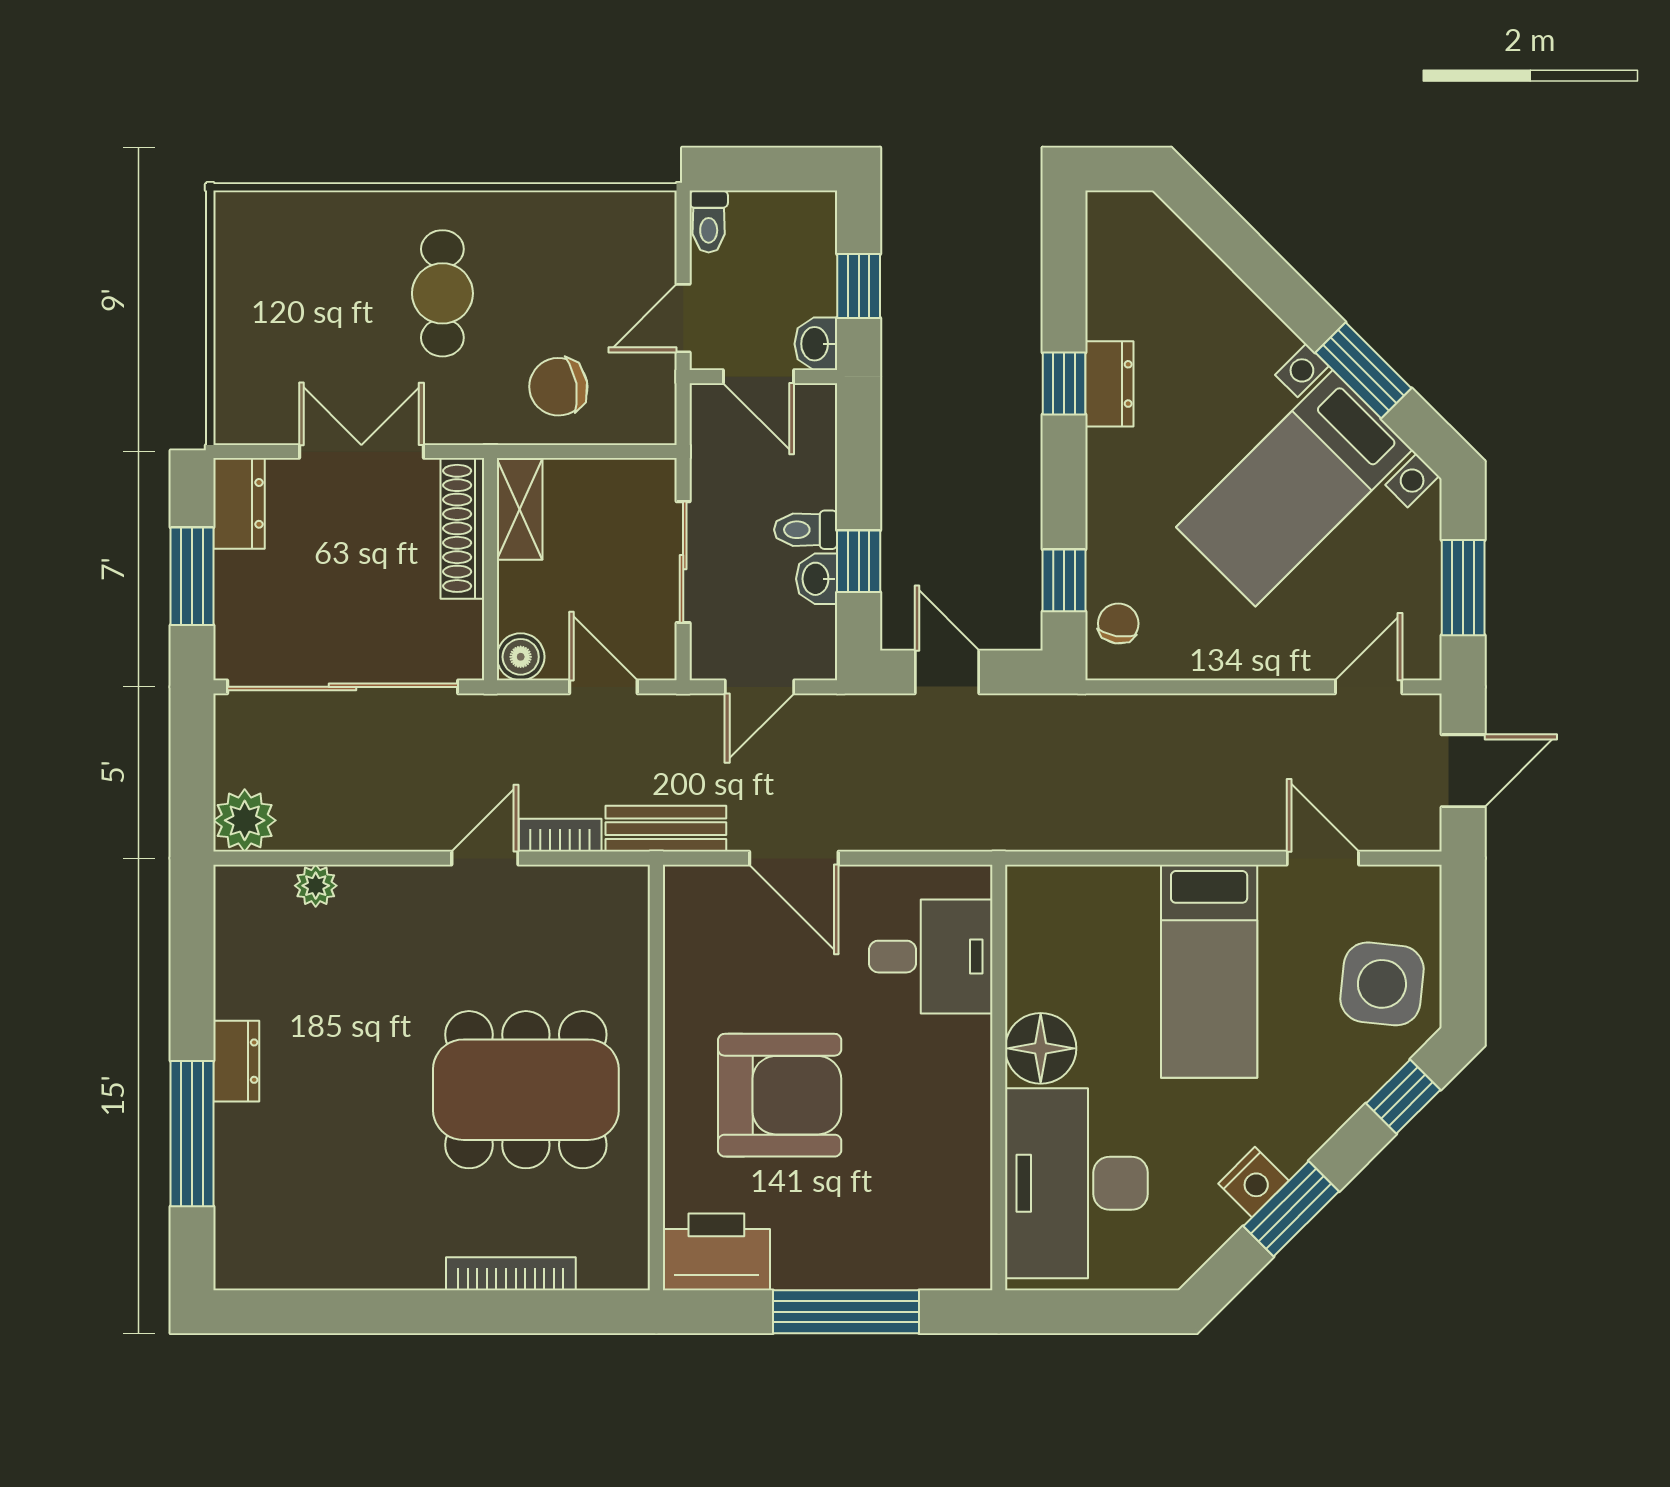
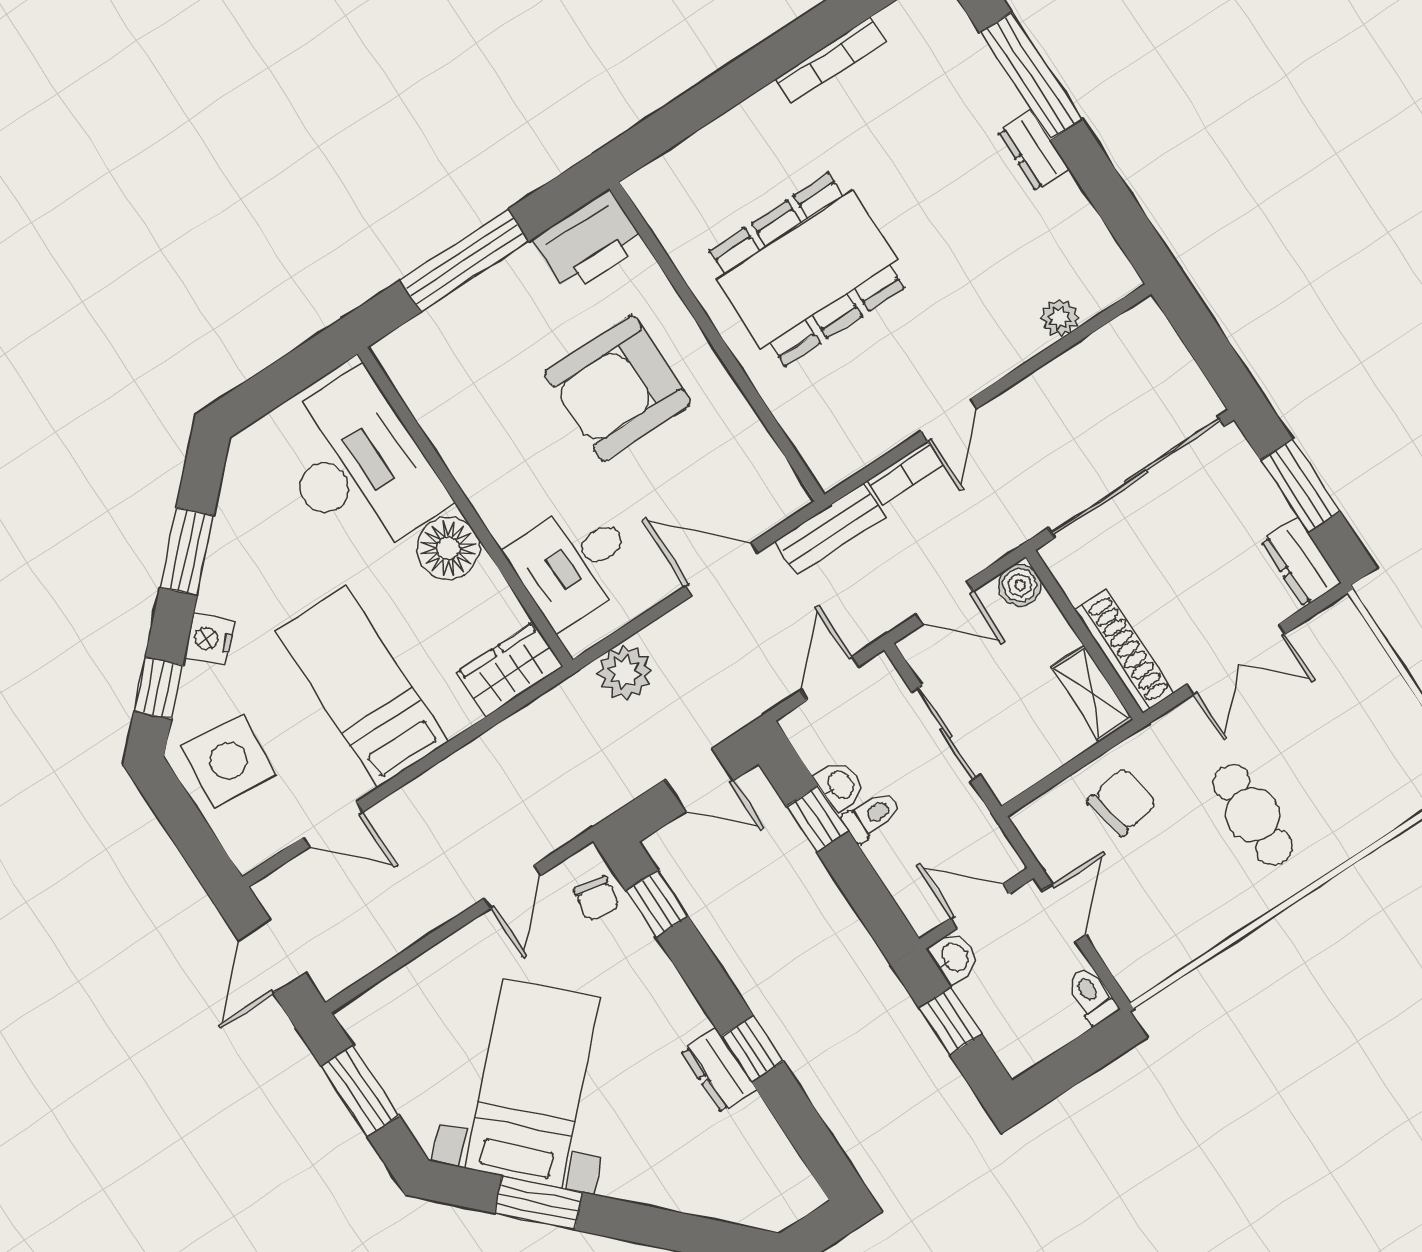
door: (1369, 687) -> (512, 887), moved
plant: (245, 820) -> (625, 672), moved
wardrobe: (1058, 895) -> (510, 669), added
nightstand: (1253, 1182) -> (209, 639), moved
bookcase: (511, 1274) -> (830, 60), moved

